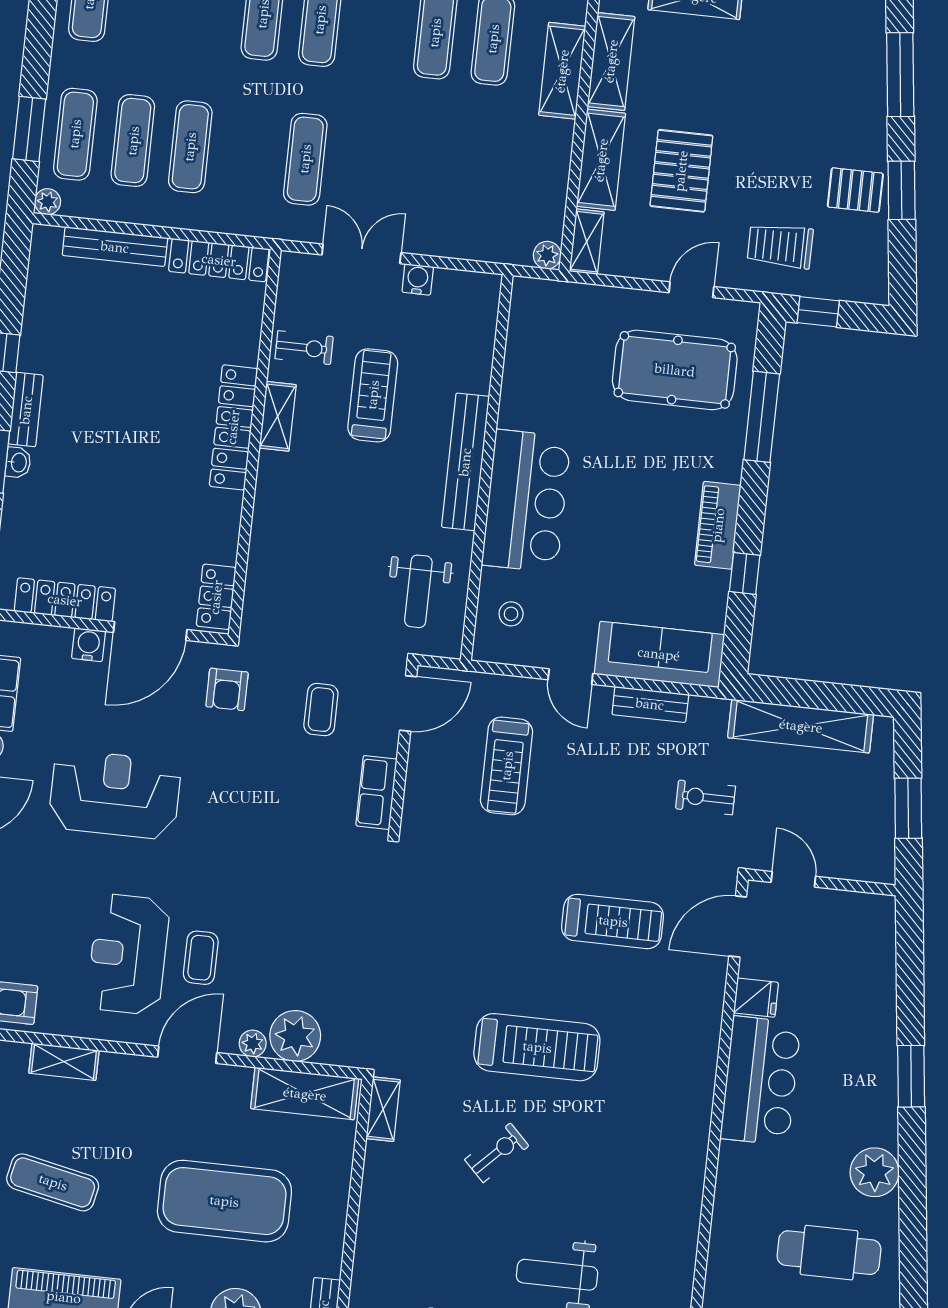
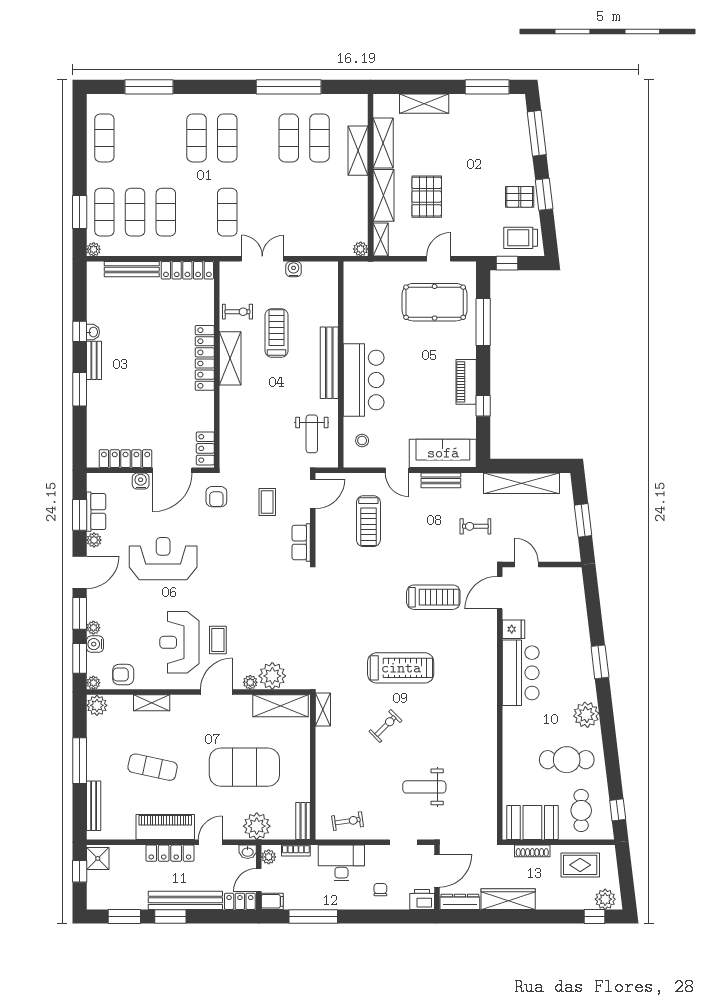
trolley: (780, 246) -> (521, 238), moved
shelving: (278, 416) -> (230, 358), width x1.50, depth x1.33
washbasin: (18, 462) -> (93, 332), moved

